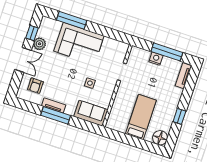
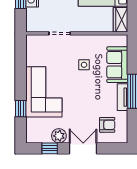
window: (72, 20) -> (21, 109), width x0.46
sofa: (91, 113) -> (117, 65), moved
wardrobe: (116, 125) -> (121, 20), added

